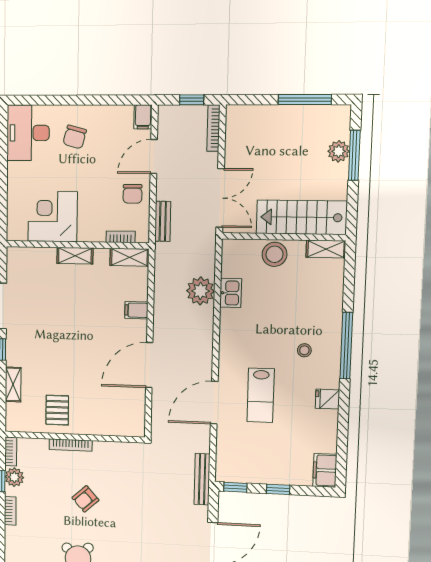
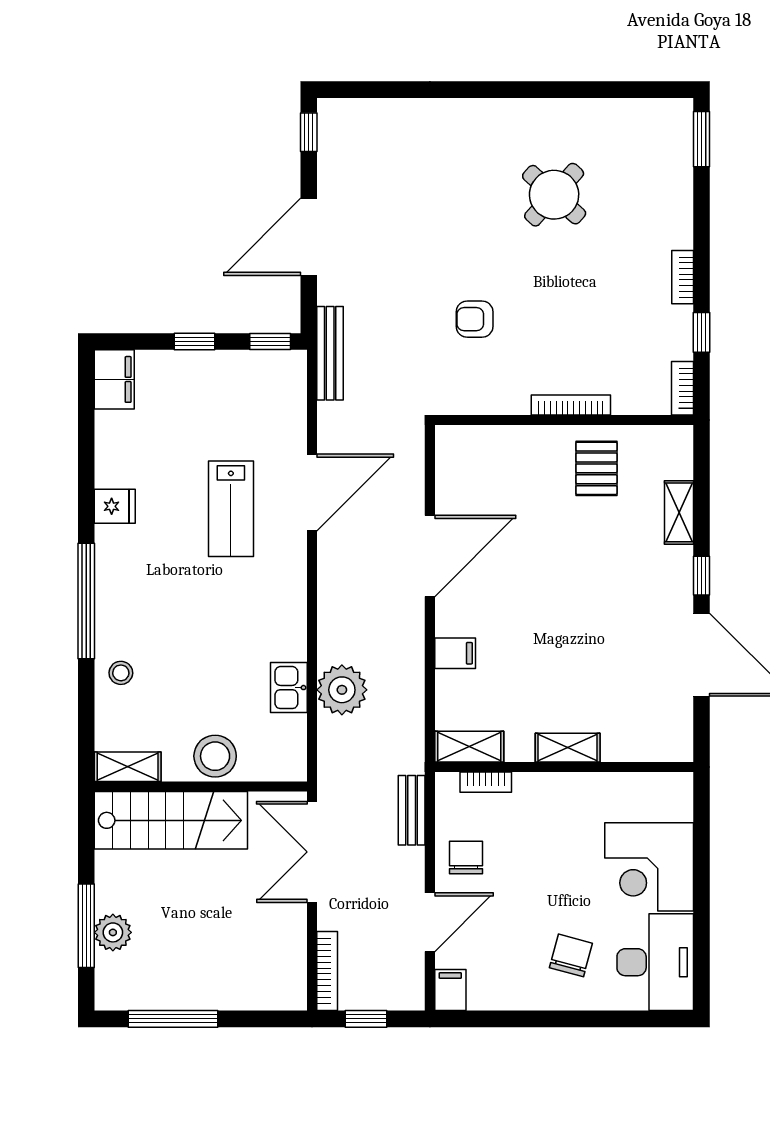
corner desk: (53, 217) -> (649, 867), moved, turned 90
stool: (304, 350) -> (121, 673), moved
lab bench: (261, 395) -> (231, 509), turned 180
plant: (14, 477) -> (675, 341), removed
armchair: (85, 499) -> (475, 319), moved, turned -138

